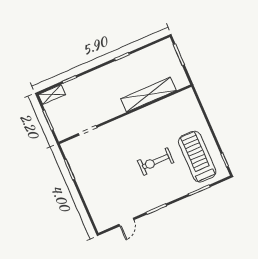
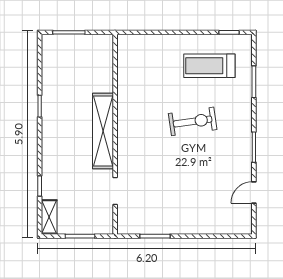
shelving: (149, 95) -> (103, 131), moved
treadmill: (197, 157) -> (209, 66), width x0.73, depth x0.73
exercise bike: (156, 162) -> (193, 121), turned -98
door: (126, 222) -> (254, 192), swing flipped

